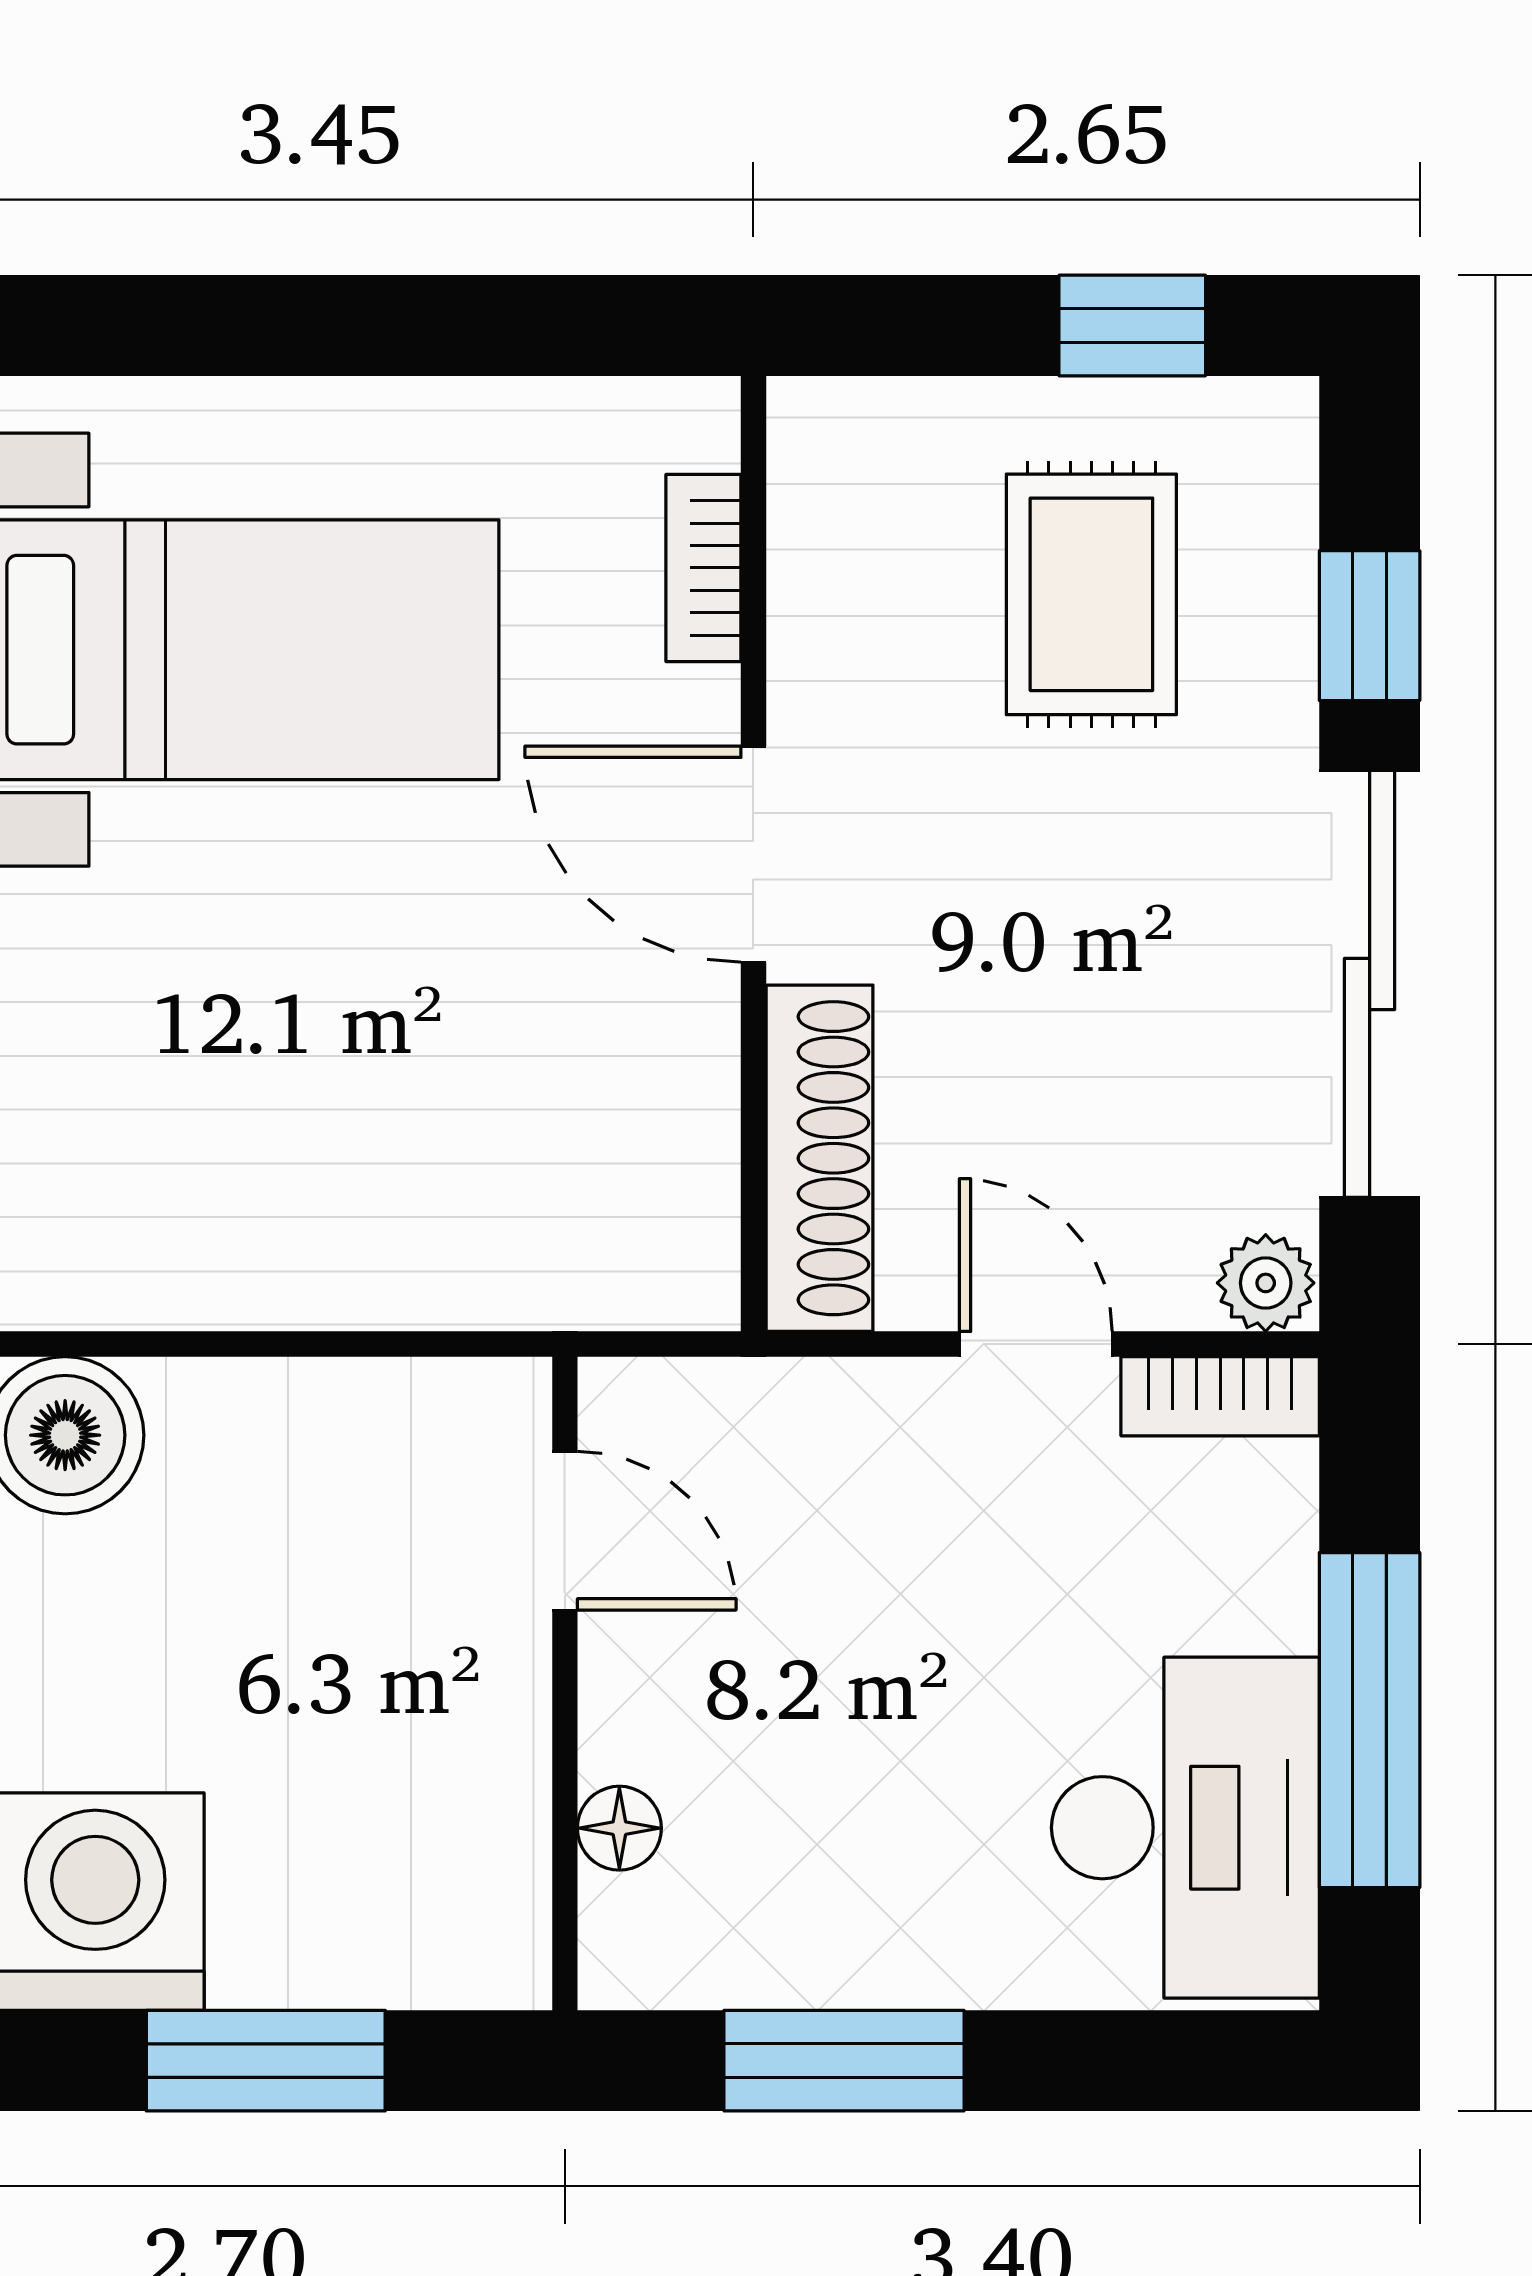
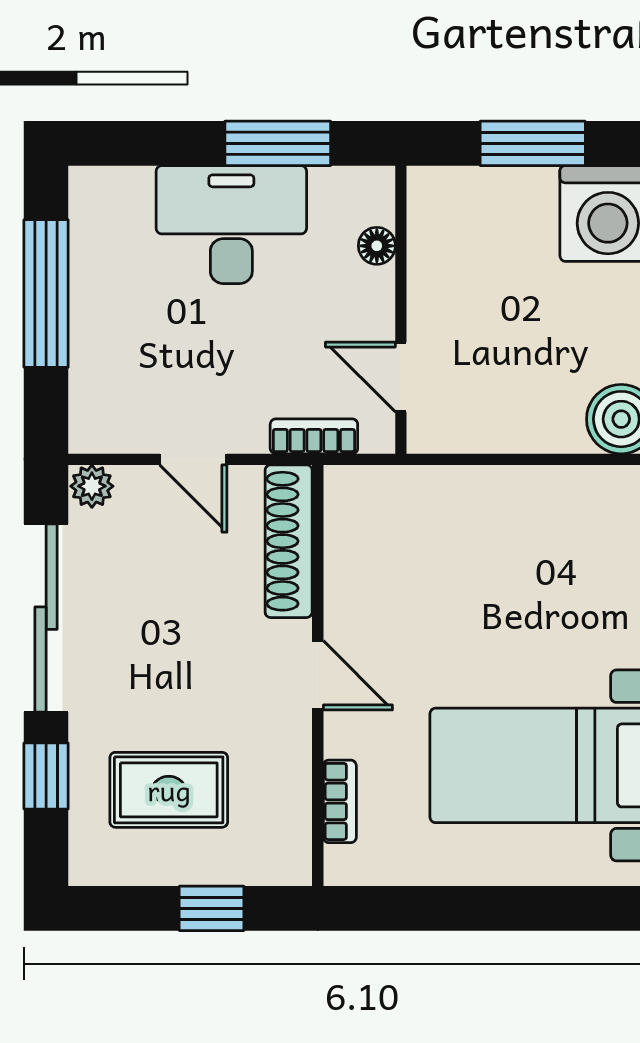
window: (1132, 325) -> (212, 908), moved
rug: (1091, 594) -> (169, 790), turned 90
door: (753, 854) -> (318, 675), width x0.73
bookcase: (1220, 1396) -> (314, 436), moved
desk: (1185, 1828) -> (231, 225), moved, turned 90

